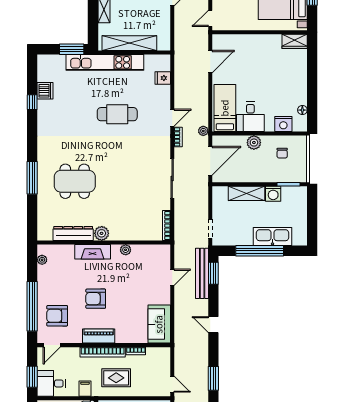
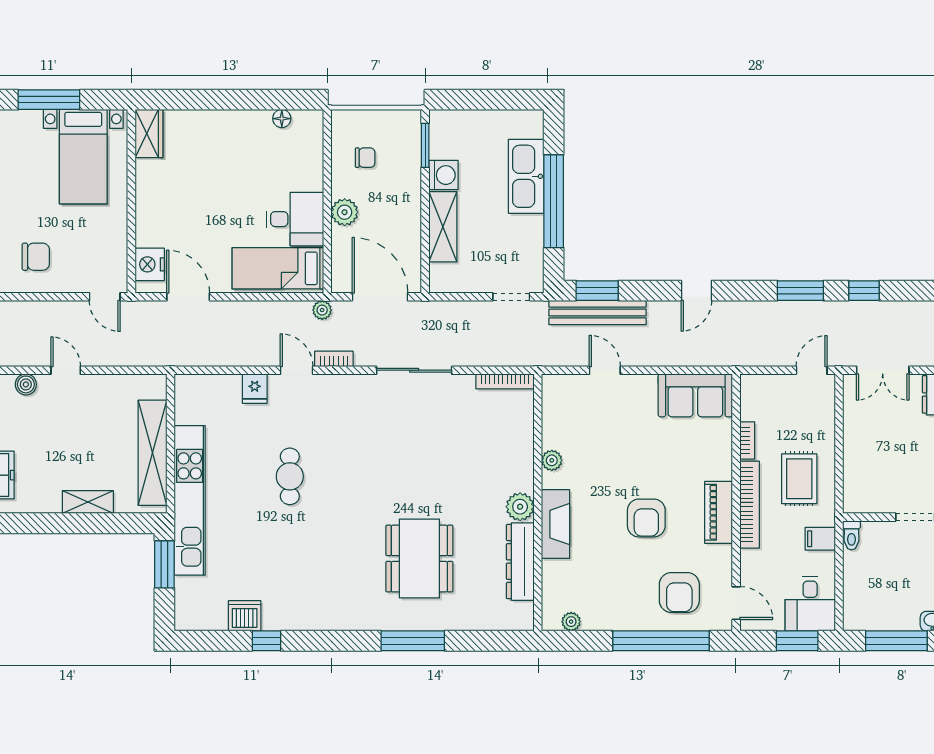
fridge: (163, 78) -> (255, 389), moved
cafe table: (117, 114) -> (290, 476), width x0.73, depth x0.74
nightstand: (283, 124) -> (150, 264), moved, turned 180

